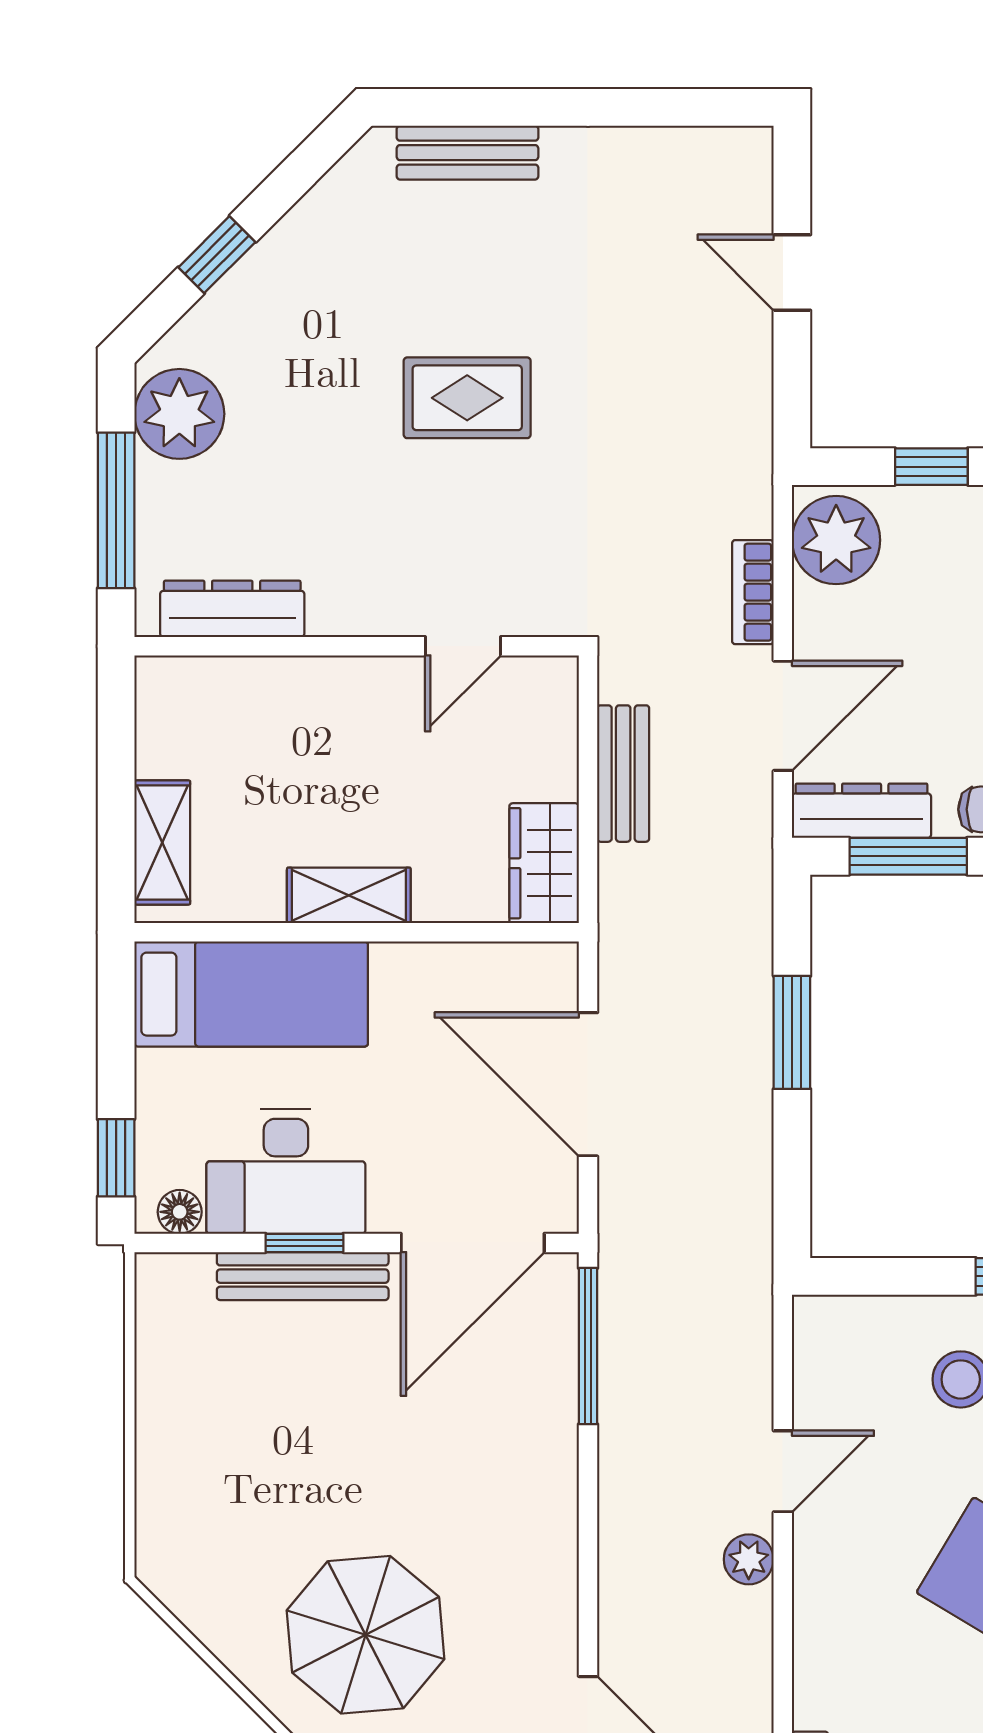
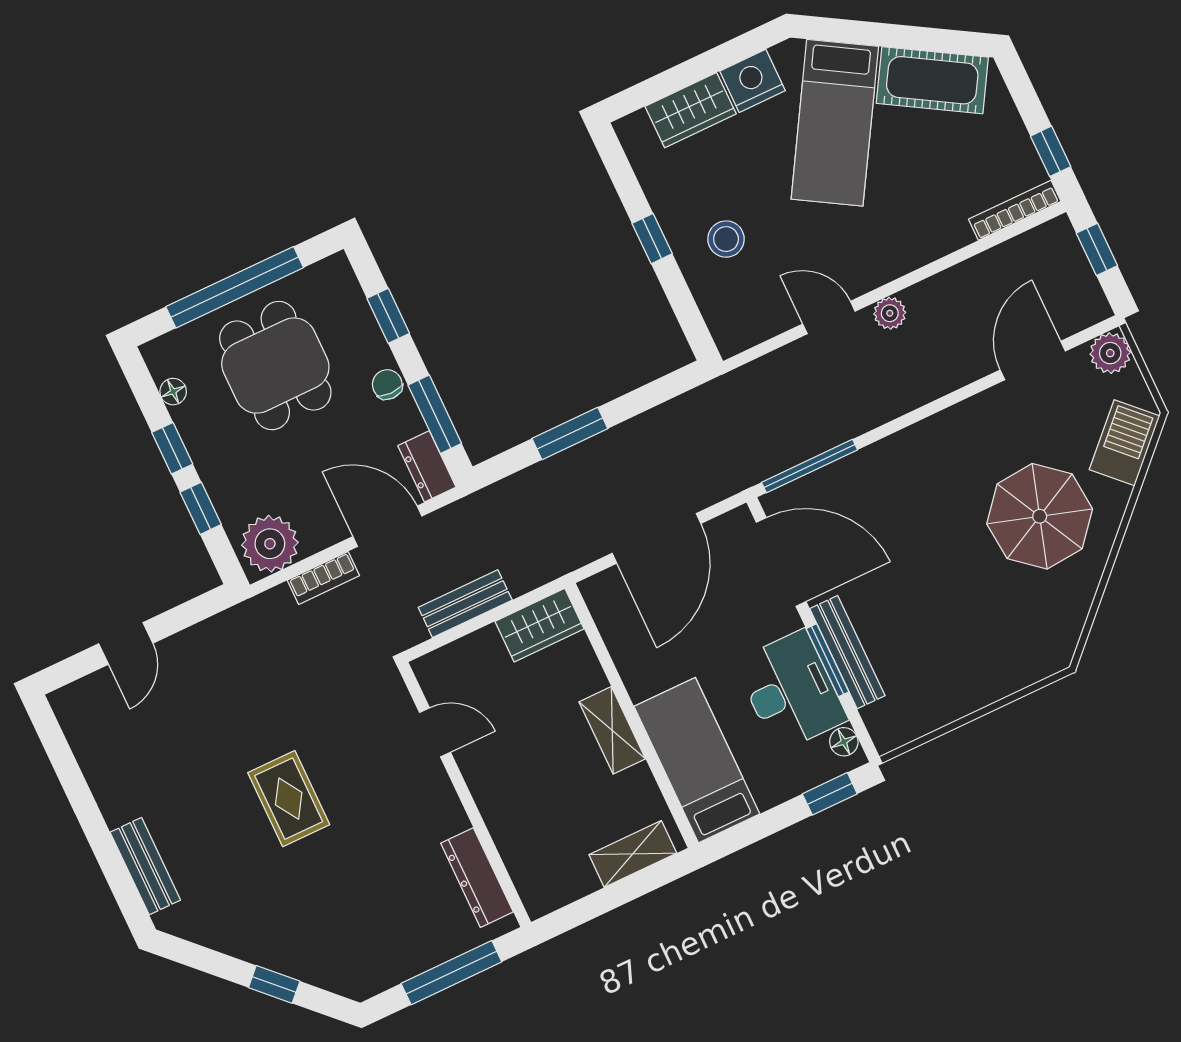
plant: (179, 414) -> (378, 962), removed
dresser: (862, 811) -> (427, 466), width x0.70
window: (304, 1243) -> (828, 660), width x1.50

